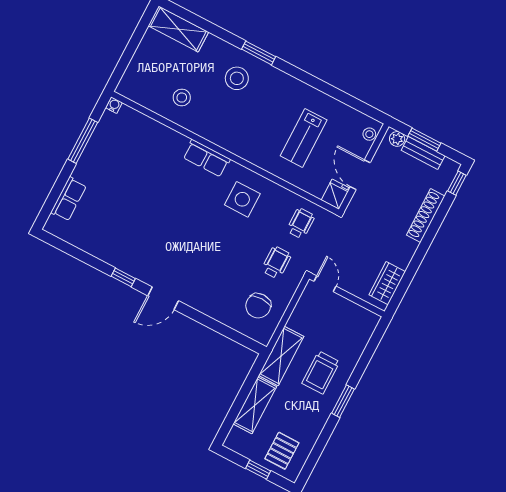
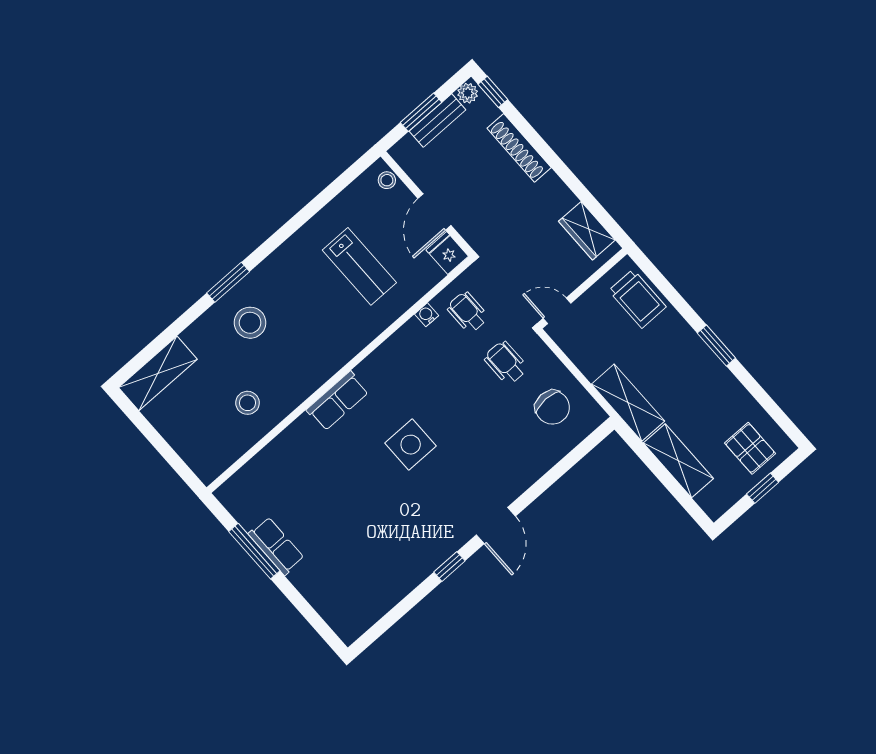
water cooler: (114, 105) -> (427, 315), moved
plant: (397, 139) -> (468, 93), moved
door: (360, 175) -> (434, 212), hinge flipped
row of seats: (69, 199) -> (276, 546), moved
side table: (242, 199) -> (411, 445), moved
trolley: (321, 372) -> (637, 299), moved

